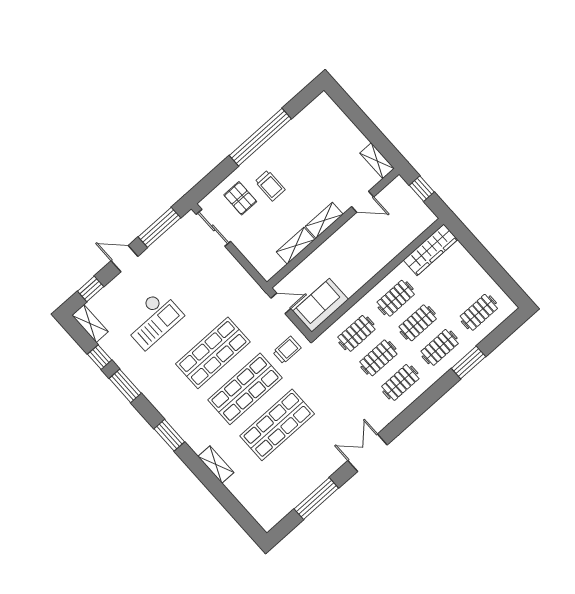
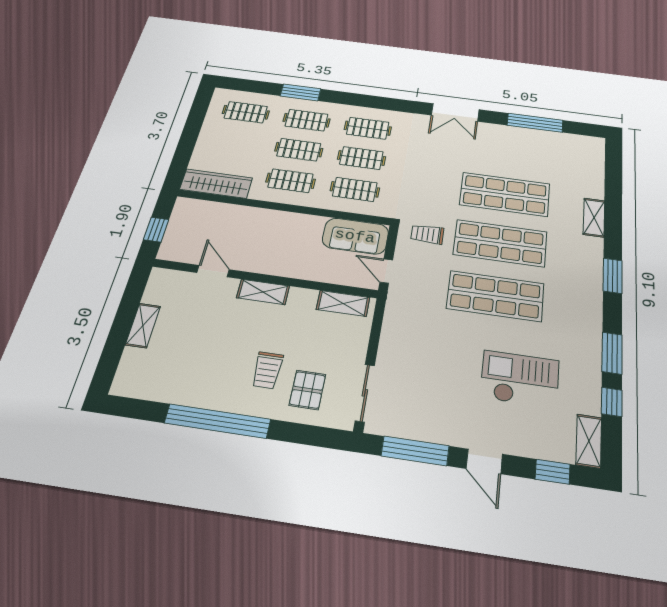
shelving: (377, 161) -> (143, 325), moved
trolley: (270, 186) -> (267, 370), turned 180
shelving: (296, 246) -> (343, 303), moved

